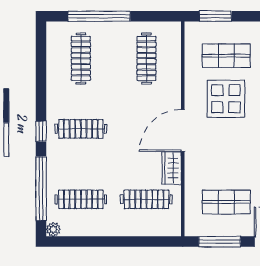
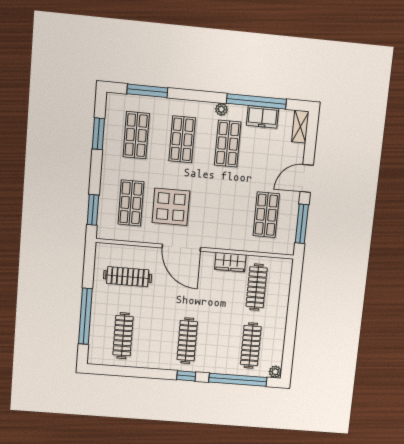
clothes rail: (81, 58) -> (123, 336), turned 90
door: (183, 130) -> (181, 248), moved

